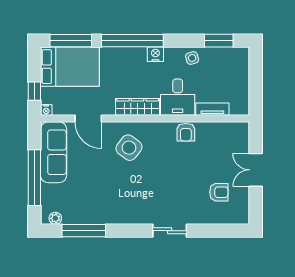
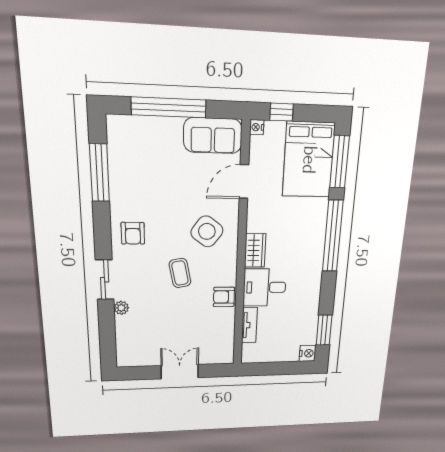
nightstand: (155, 54) -> (308, 353), moved
side table: (192, 58) -> (308, 303), removed
wardrobe: (138, 107) -> (255, 250), width x0.67
sofa: (54, 152) -> (213, 136), width x0.73
coffee table: (164, 170) -> (180, 273), added
armchair: (219, 192) -> (133, 233), moved
plant: (55, 218) -> (121, 308), moved

